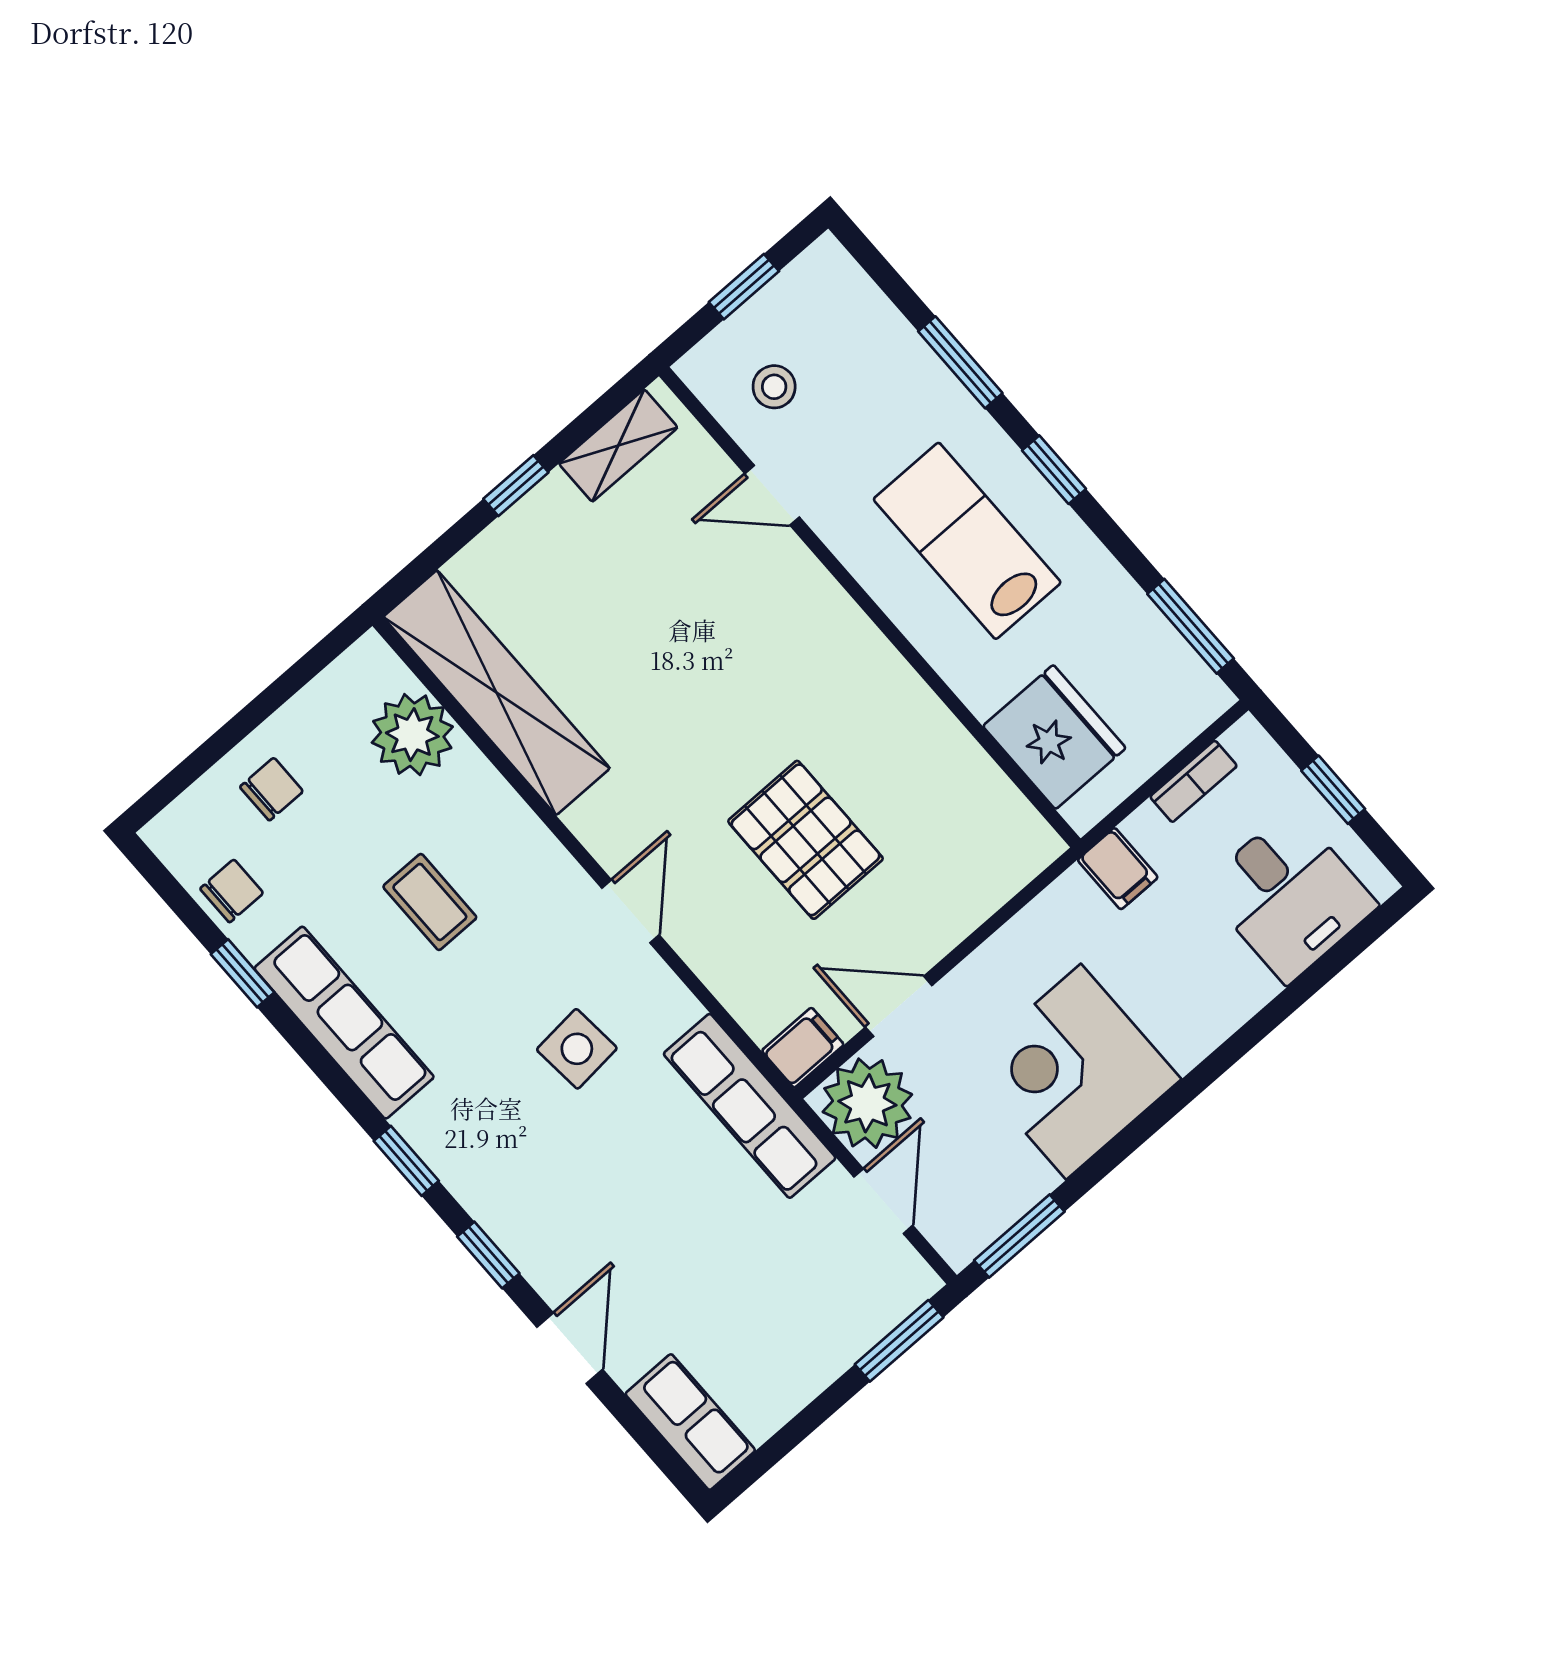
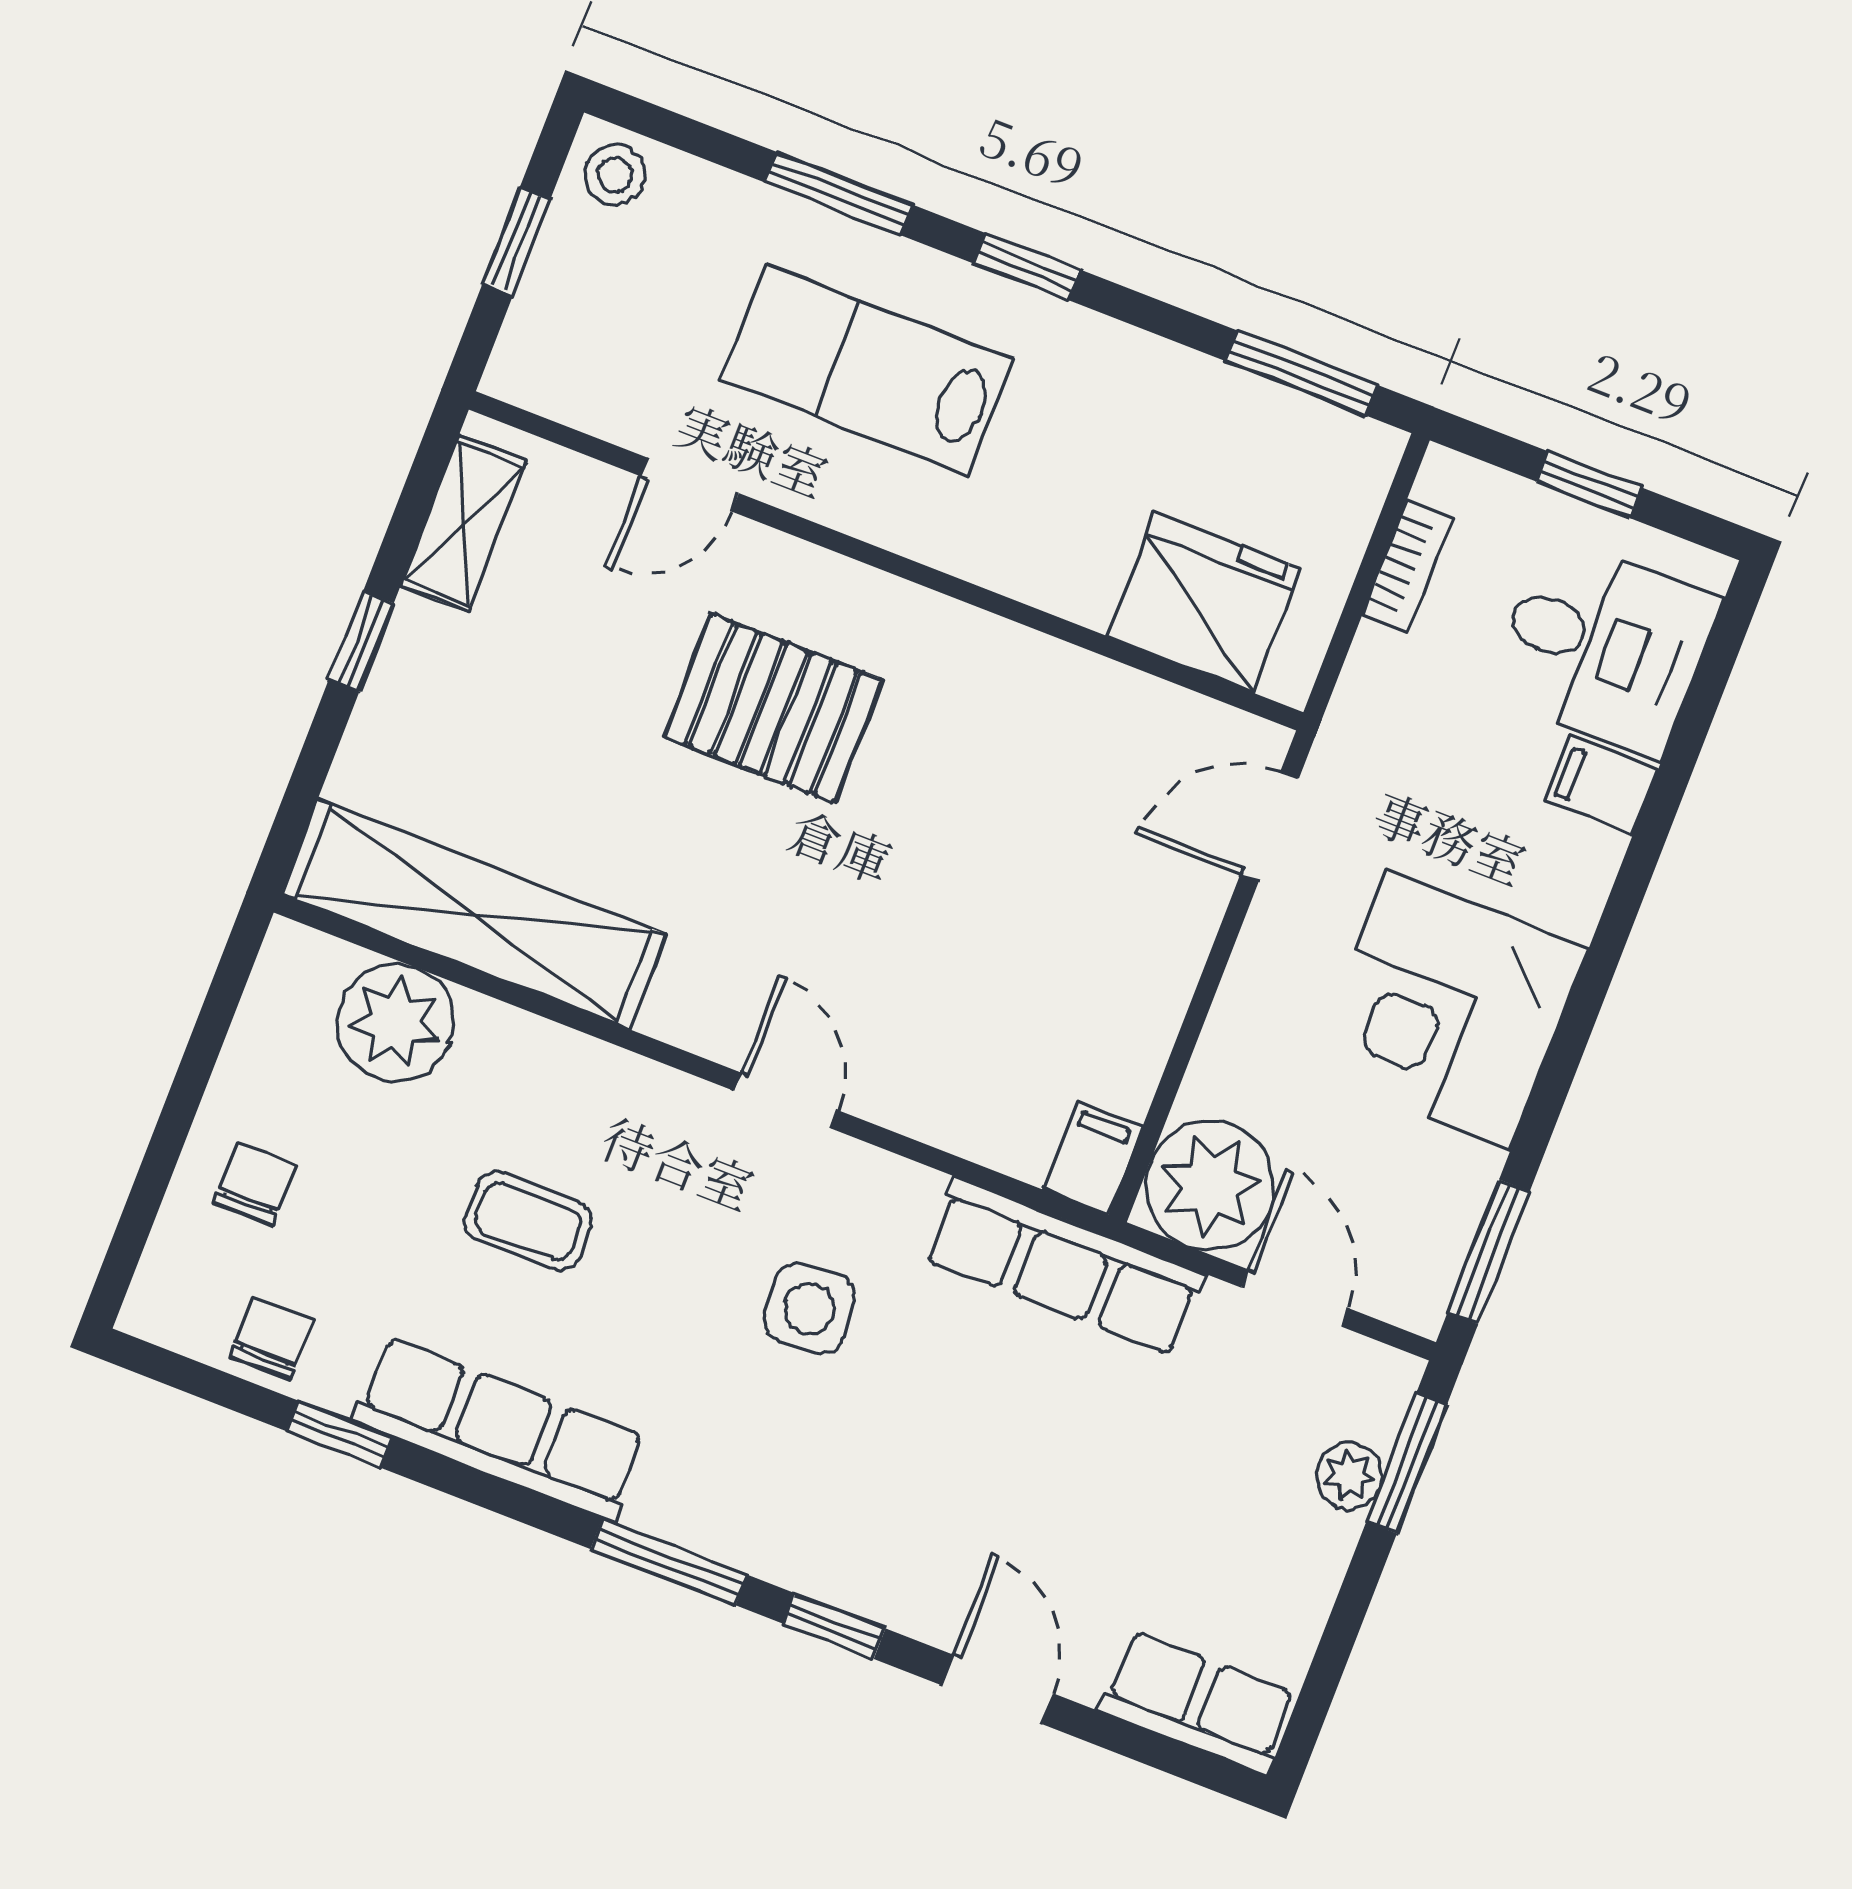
stool: (774, 387) -> (615, 174), moved
lab bench: (967, 541) -> (867, 369), moved
pallet: (805, 840) -> (773, 708), moved
filing cabinet: (1118, 869) -> (1601, 786), moved, turned 180
door: (899, 1006) -> (1270, 826), moved
window: (406, 1161) -> (669, 1562), width x1.50
plant: (859, 1330) -> (1349, 1476), added

